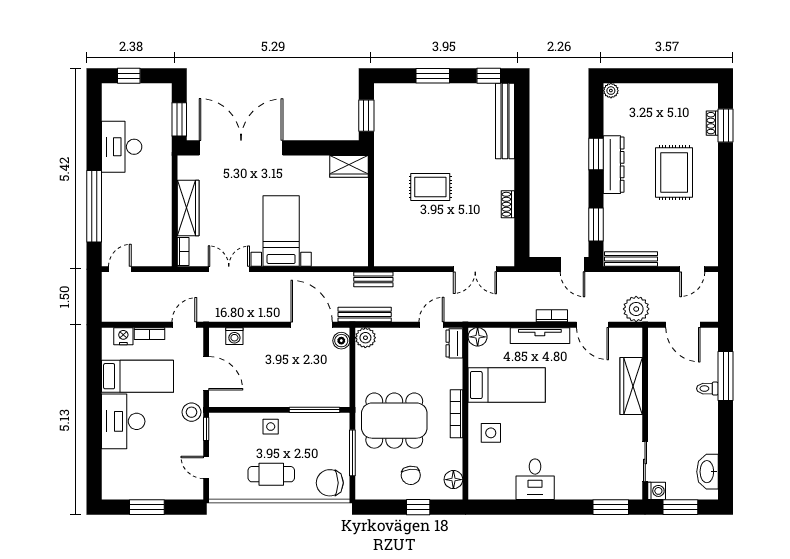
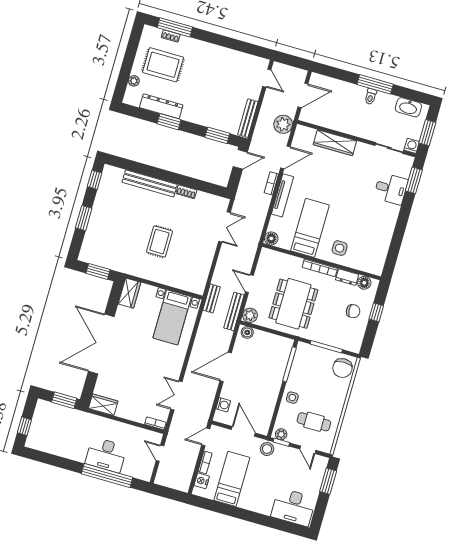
plant: (611, 91) -> (134, 81), moved
bench: (505, 121) -> (150, 183), moved
window: (726, 125) -> (175, 27), width x1.44
desk: (122, 147) -> (106, 455), moved
double door: (241, 148) -> (101, 344), moved
dresser: (614, 165) -> (161, 106), moved
rug: (674, 172) -> (163, 65), moved
wardrobe: (188, 208) -> (103, 405), moved, width x0.67
bed with nightstands: (281, 231) -> (172, 317), moved, turned -90
door: (120, 269) -> (160, 453), moved
door: (184, 325) -> (206, 437), hinge flipped
door: (312, 325) -> (226, 367), moved
door: (431, 325) -> (249, 284), moved
dresser: (454, 343) -> (347, 277), moved
door: (206, 373) -> (243, 431), hinge flipped
window: (726, 376) -> (375, 84), moved
toilet: (707, 389) -> (371, 96), moved
desk: (123, 421) -> (293, 507), moved
dining table: (394, 421) -> (293, 304), moved
plant: (217, 426) -> (281, 434), added
door: (206, 467) -> (308, 450), hinge flipped
cafe table: (271, 474) -> (314, 422), moved, turned 90
desk: (535, 479) -> (391, 189), moved
window: (147, 507) -> (328, 481), moved

